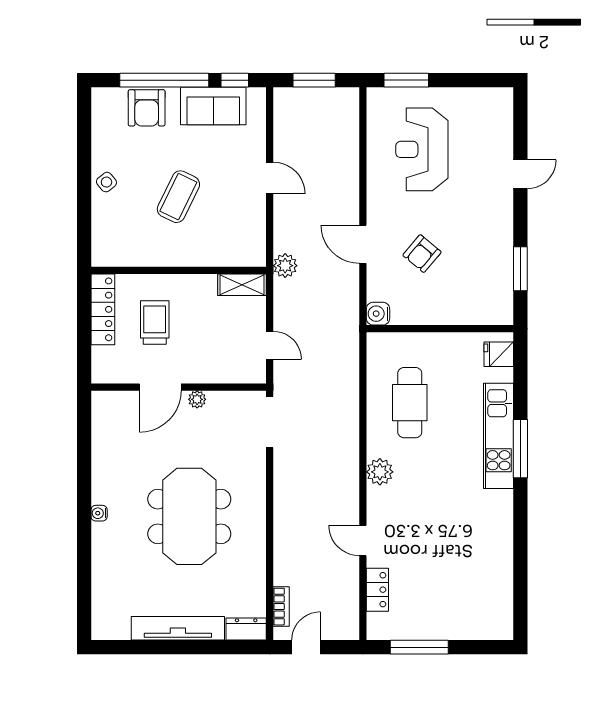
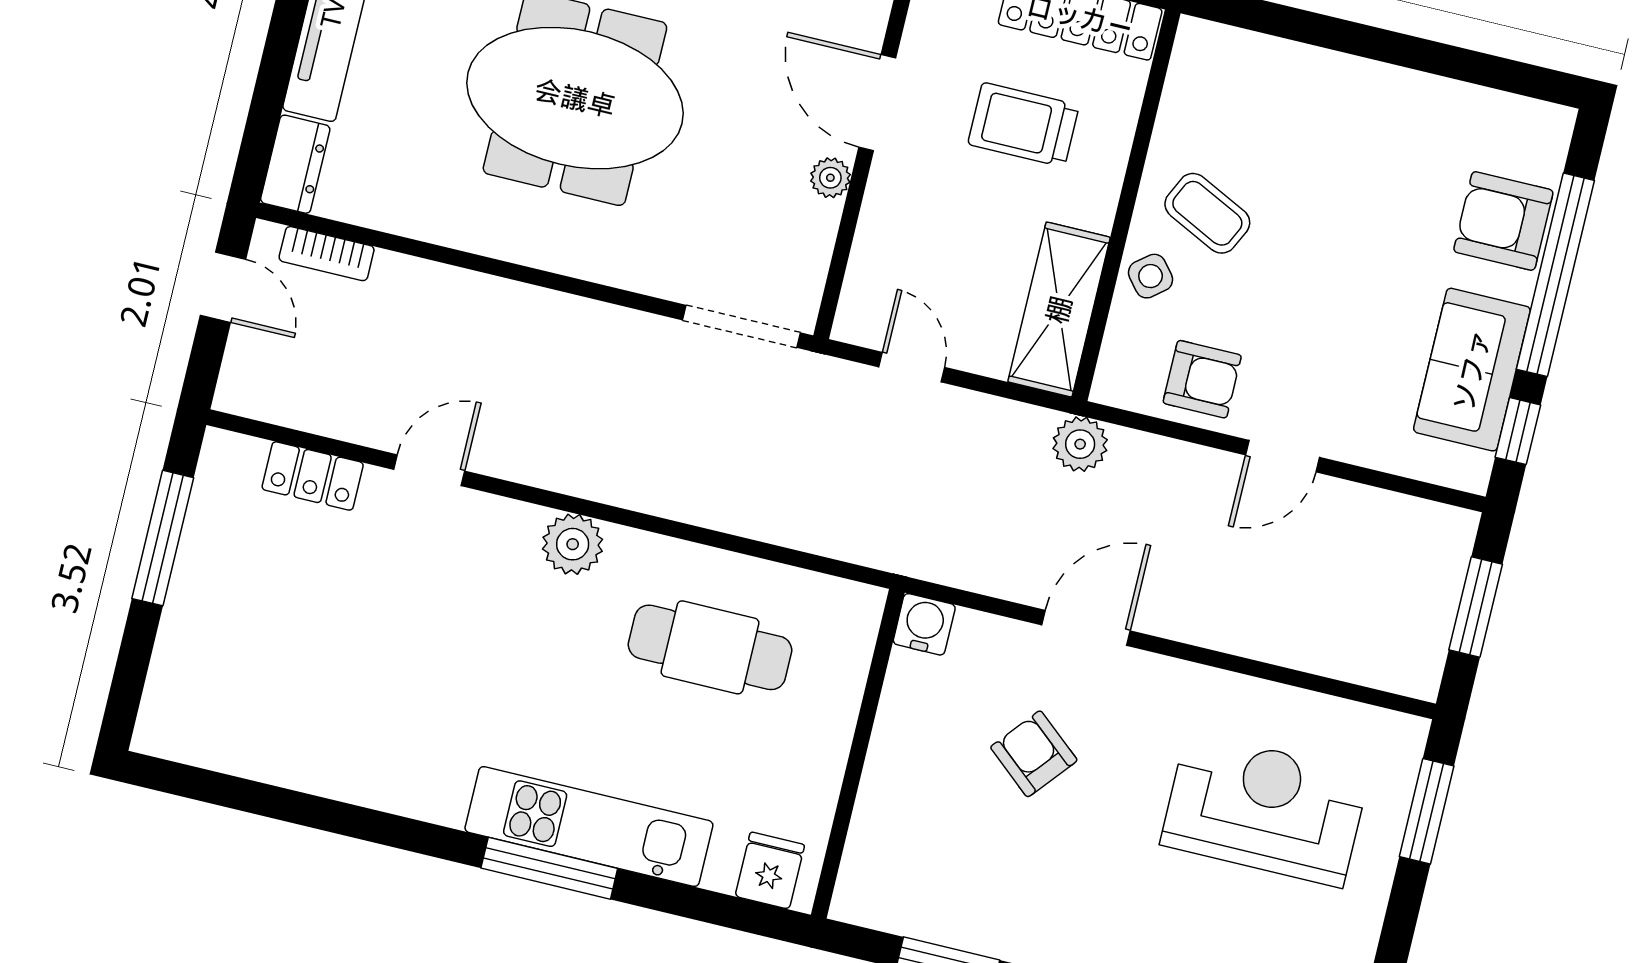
side table: (106, 182) -> (1151, 276), moved
coffee table: (178, 197) -> (1207, 213), moved, width x0.73, depth x0.77
armchair: (245, 220) -> (1202, 379), added
shelving: (242, 285) -> (1059, 310), width x1.50, depth x1.33
trolley: (155, 322) -> (1023, 125), turned 180
door: (270, 345) -> (912, 367), swing flipped

